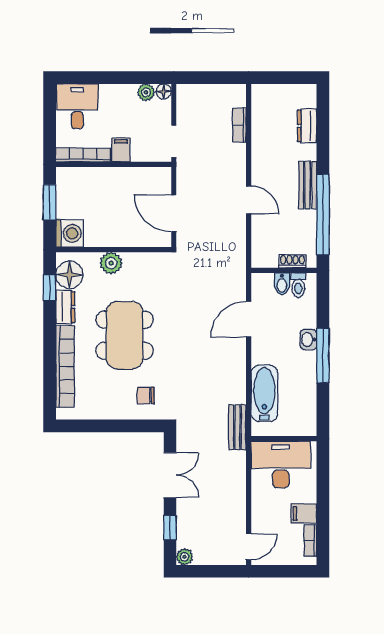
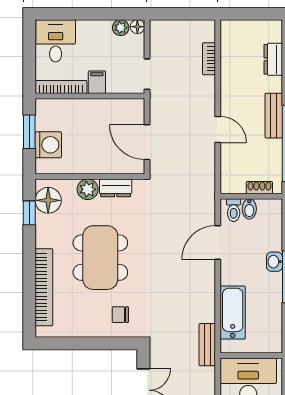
washing machine: (70, 233) -> (48, 145), moved
toilet: (298, 285) -> (234, 210), moved
dresser: (65, 307) -> (116, 188), moved, turned 90

